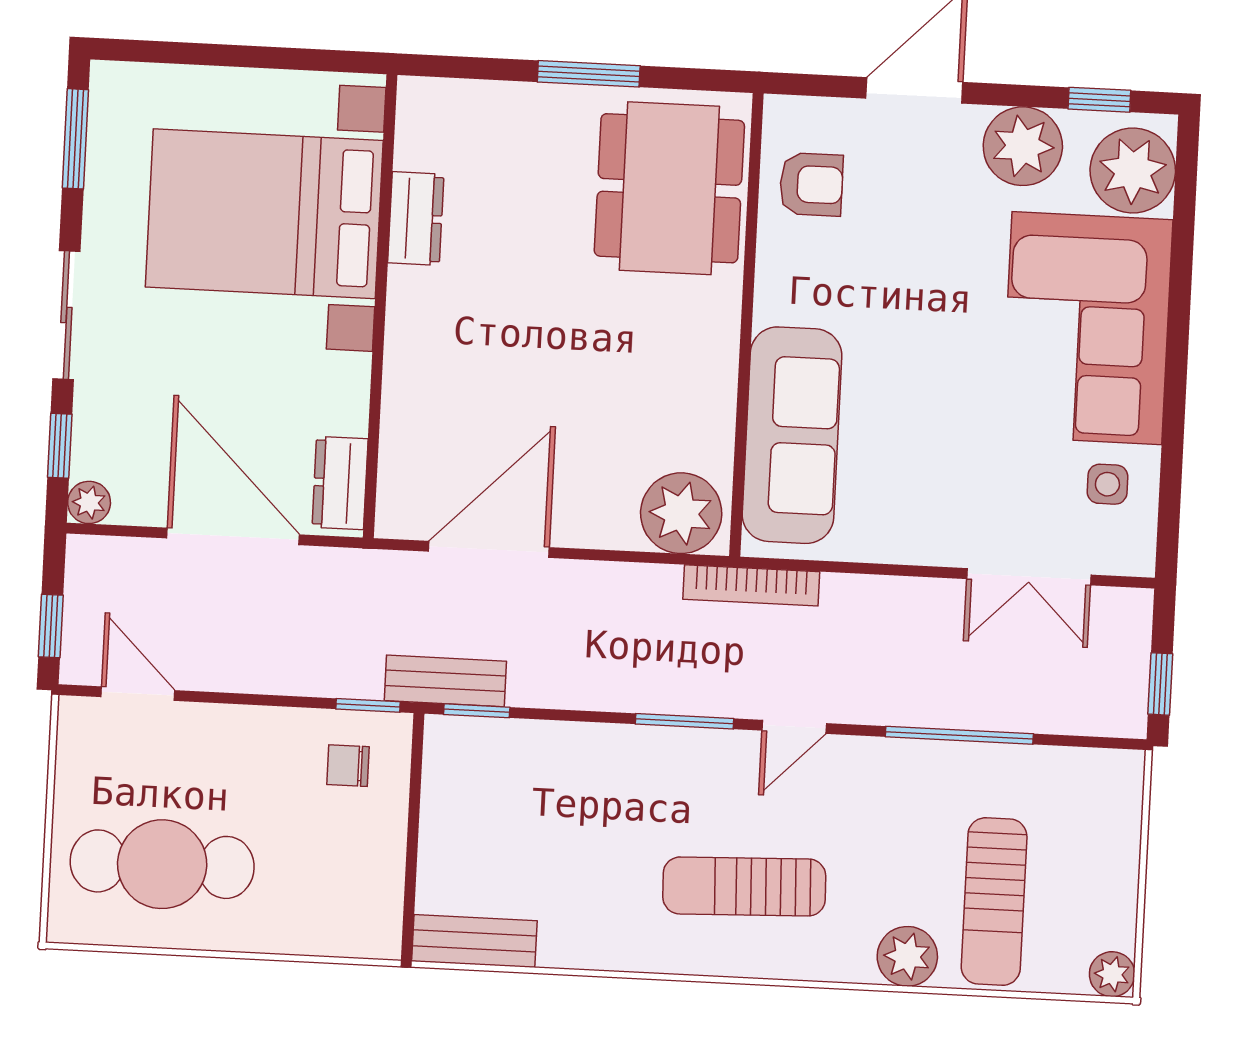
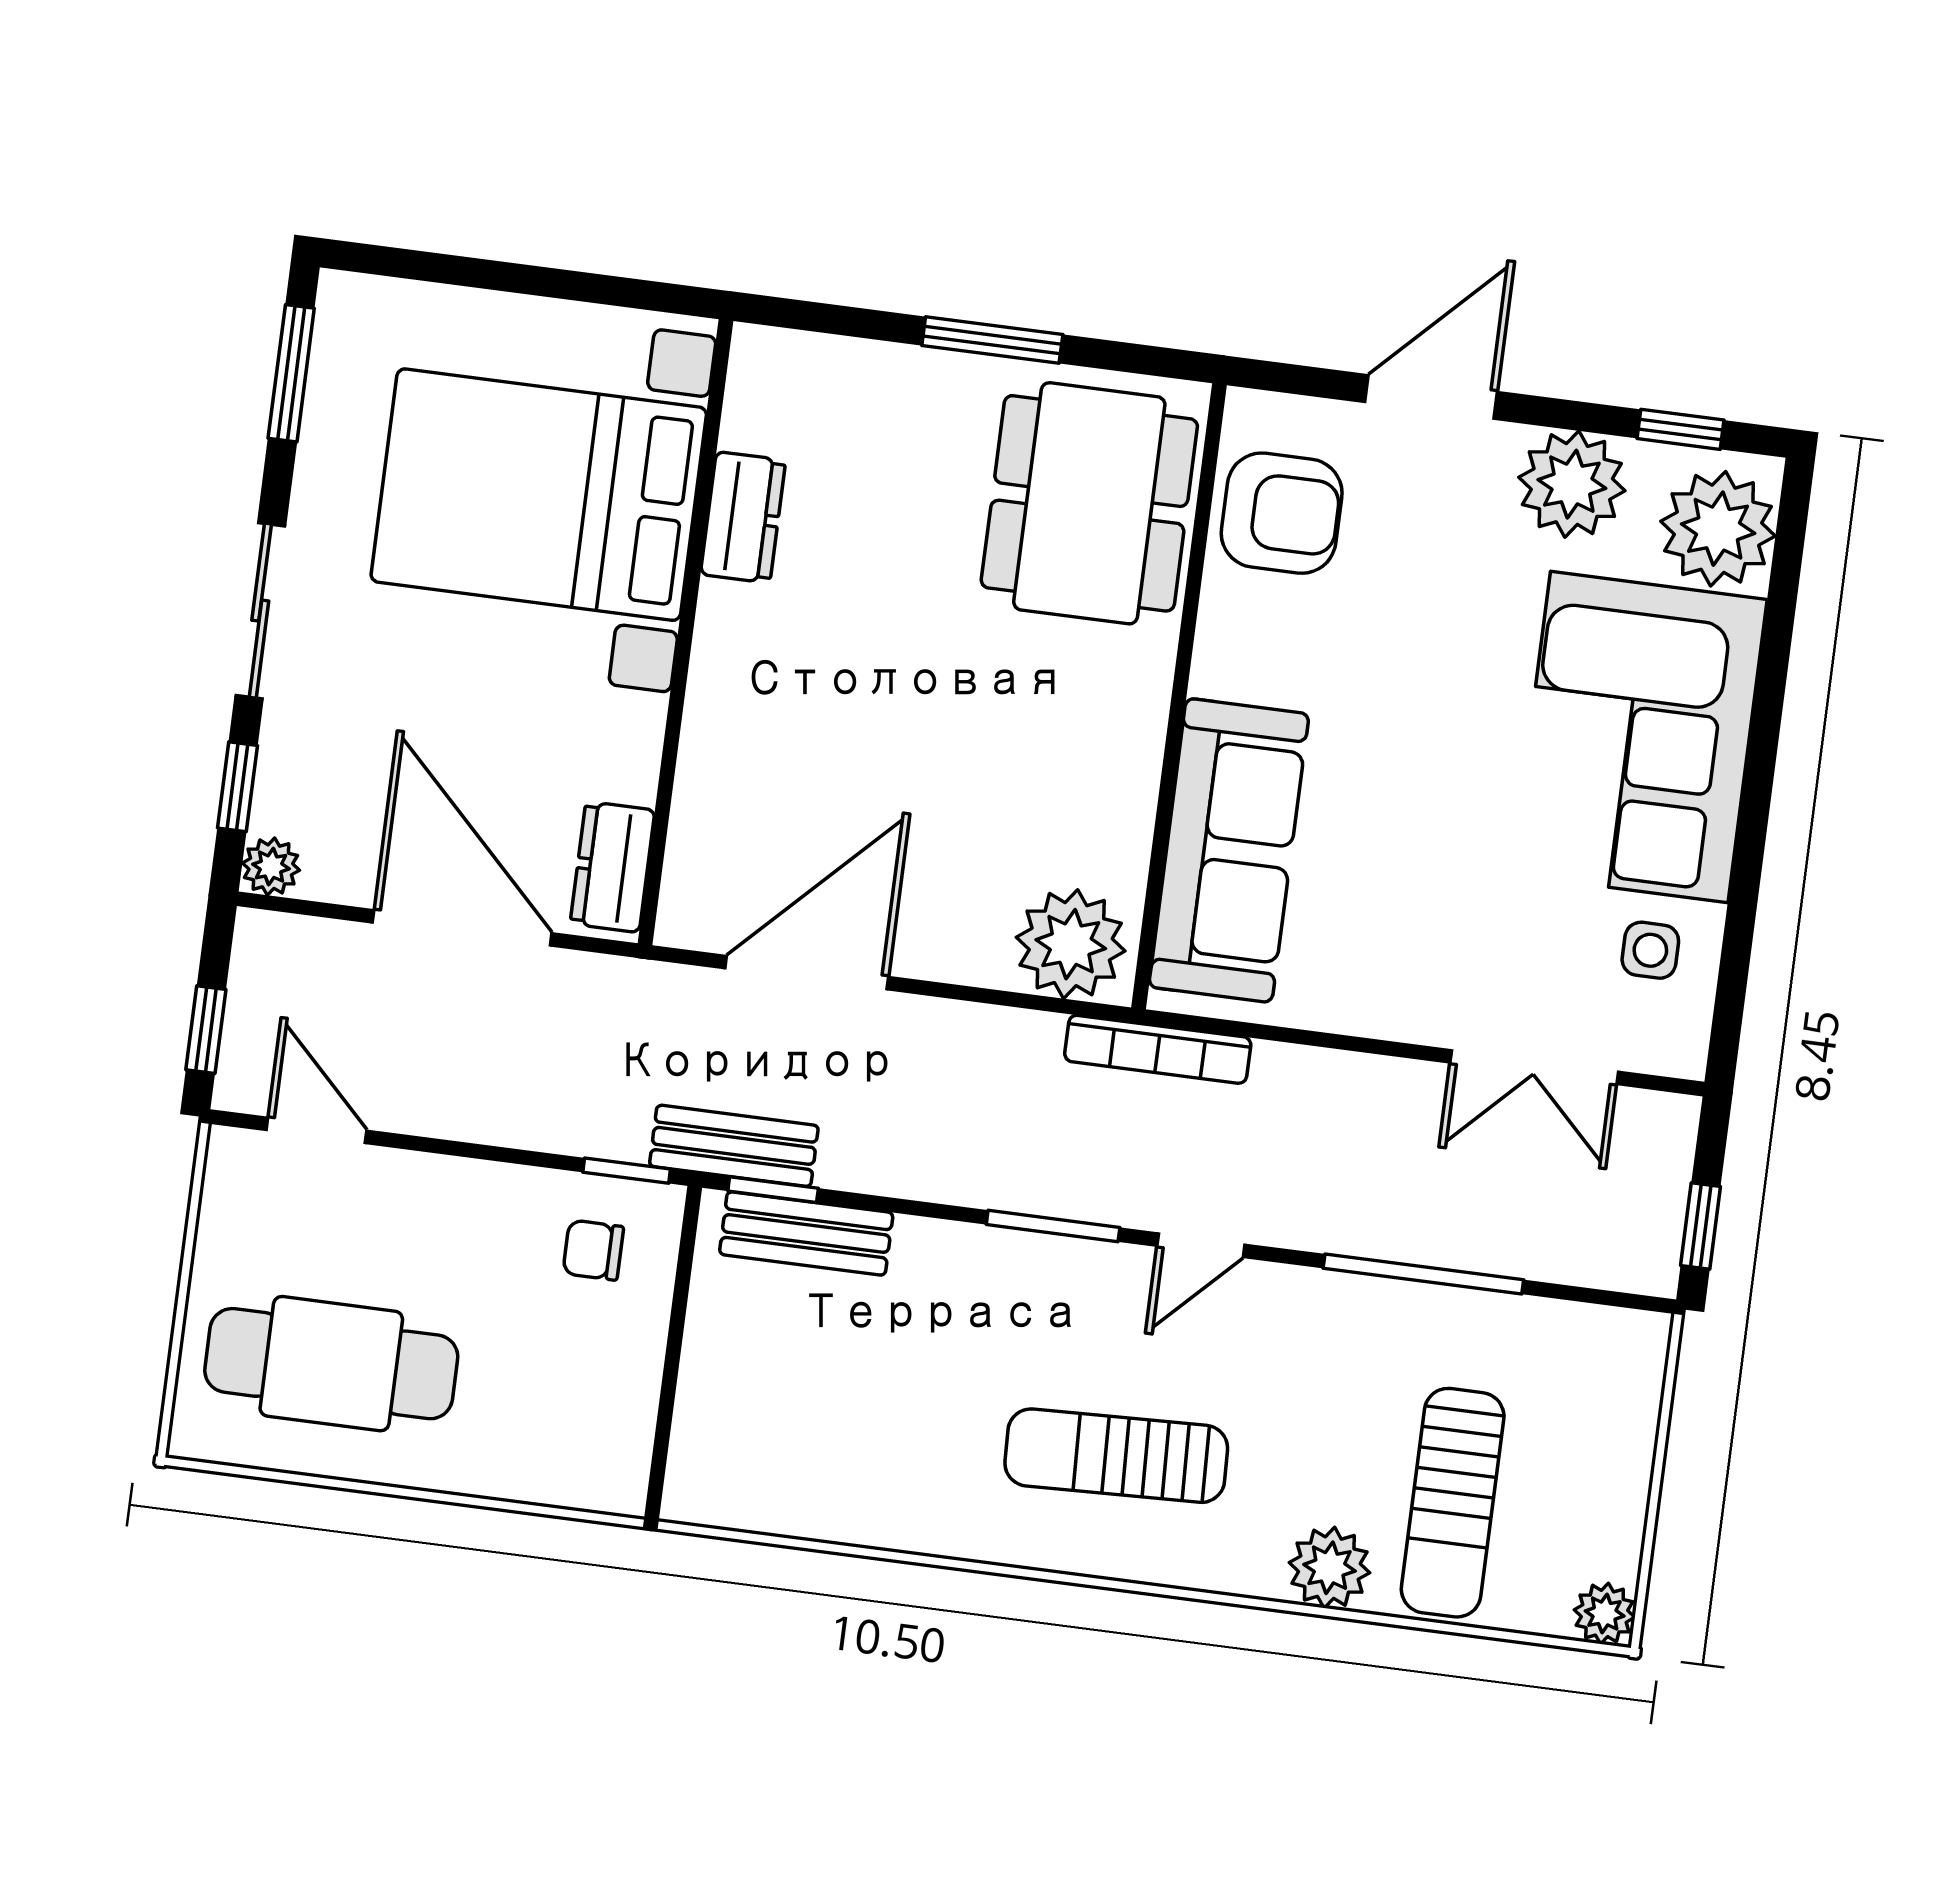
armchair: (811, 184) -> (1282, 513), width x1.38, depth x1.38
bench: (474, 941) -> (806, 1233), moved

